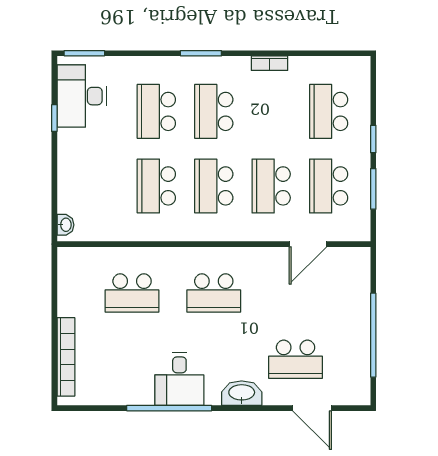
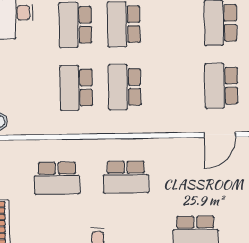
school desk: (271, 186) -> (173, 86), removed
door: (308, 244) -> (220, 135), moved

